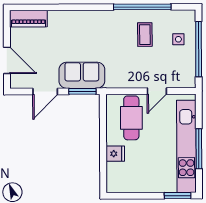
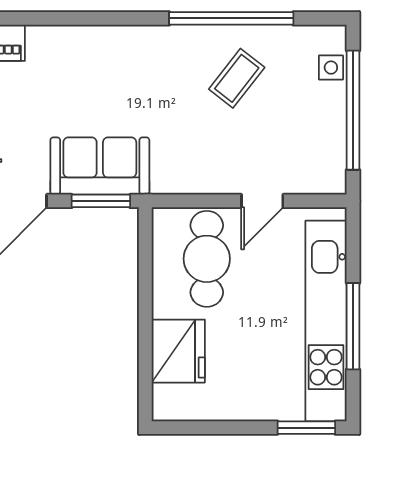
coffee table: (145, 35) -> (237, 78), turned 38
side table: (178, 39) -> (331, 68), moved
fridge: (115, 154) -> (178, 351), width x1.88, depth x1.34

